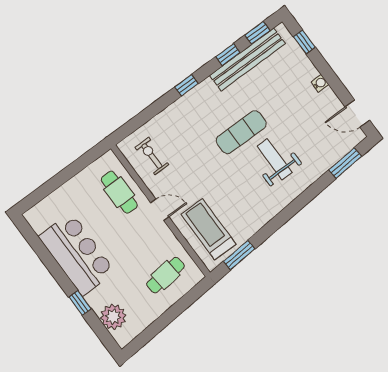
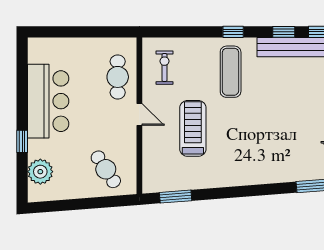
exercise mat: (241, 132) -> (231, 72), moved, turned 90
weight bench: (275, 159) -> (259, 142), removed
treadmill: (209, 229) -> (193, 128), moved
cafe table: (165, 275) -> (106, 169), turned 63

